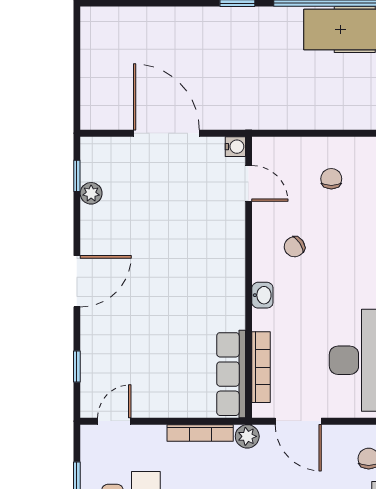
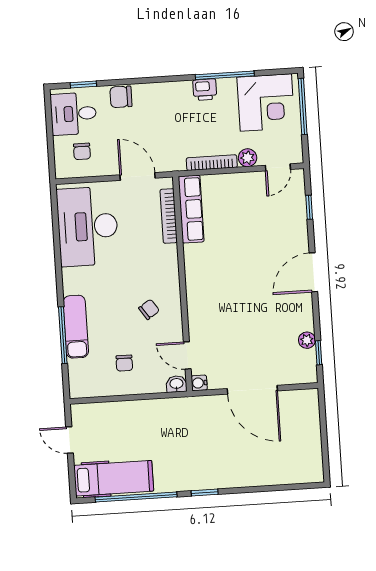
washbasin: (262, 295) -> (176, 384), moved, turned 90
plant: (247, 436) -> (248, 158), moved

